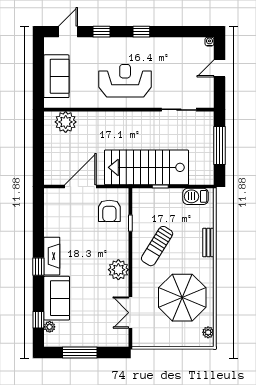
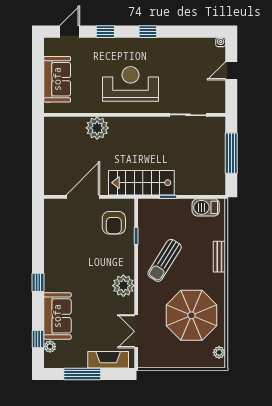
plant: (66, 122) -> (97, 128), moved
stairs: (147, 167) -> (141, 183), width x0.73, depth x0.66
fireplace: (52, 256) -> (108, 360), moved, turned -90

